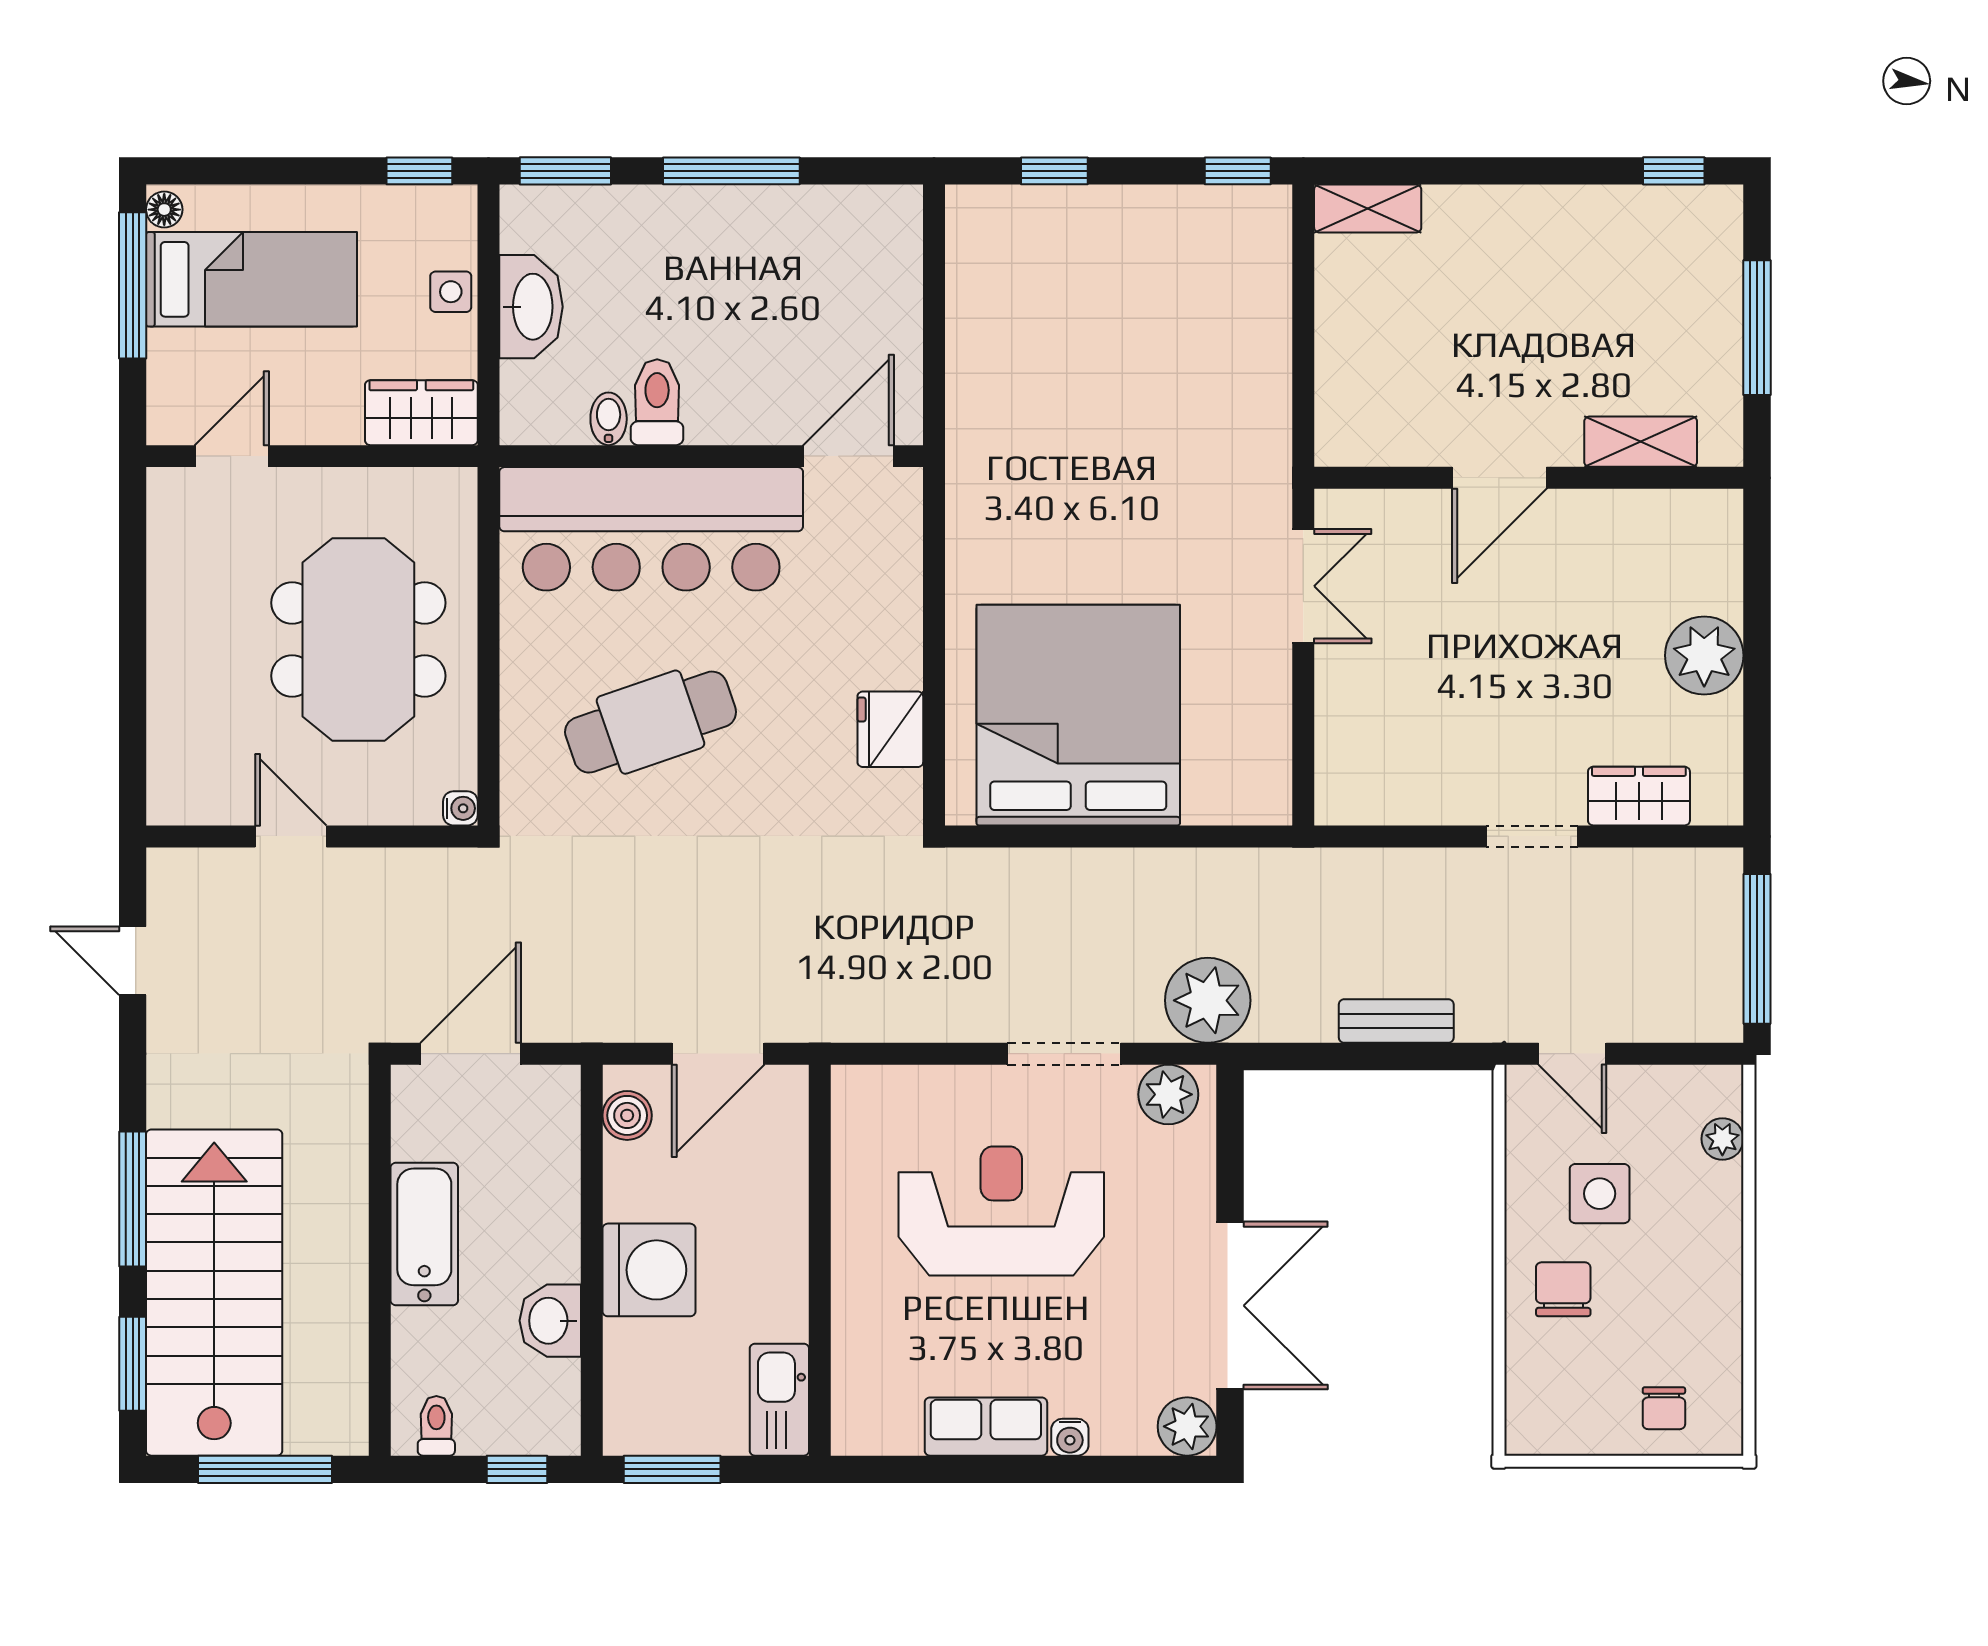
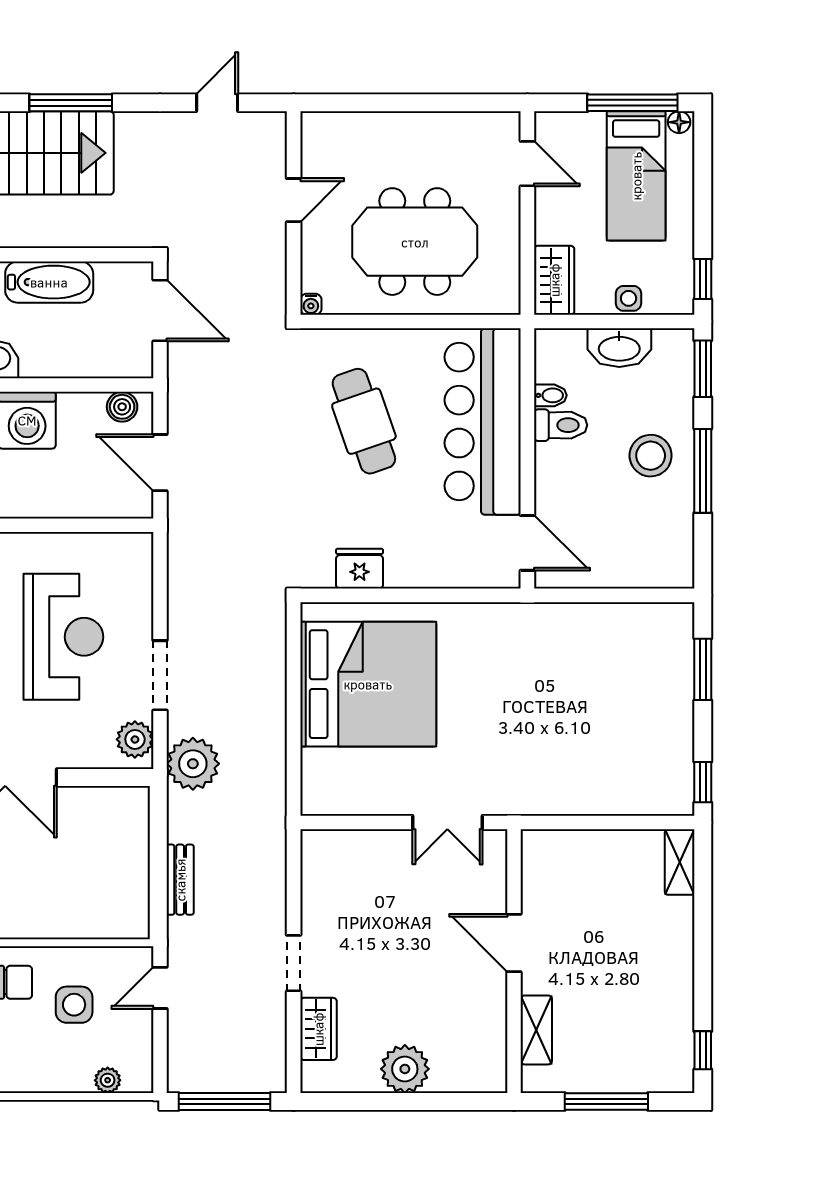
window: (1054, 171) -> (703, 669), width x1.50
stool: (707, 256) -> (651, 456), added

